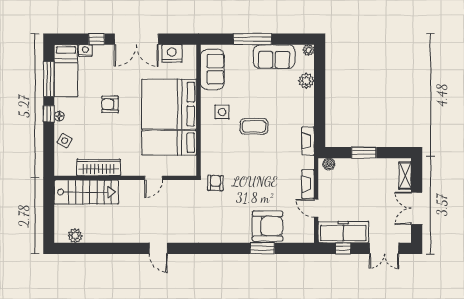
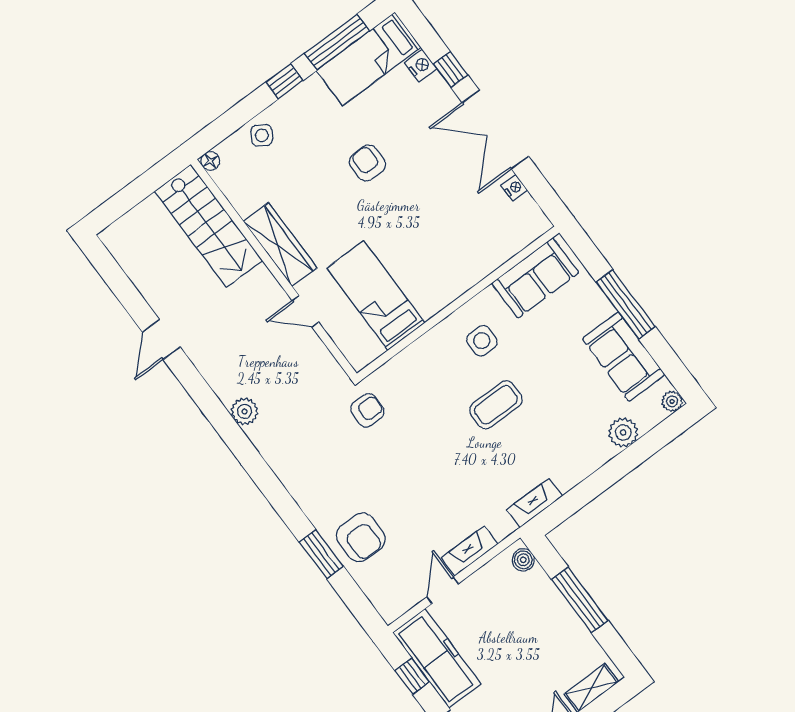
nightstand: (172, 53) -> (514, 188), width x0.53, depth x0.56
bed: (169, 104) -> (434, 252), removed
floor lamp: (59, 116) -> (210, 161), moved
coffee table: (254, 126) -> (496, 405), turned 90
window: (364, 153) -> (580, 600), width x1.44
wardrobe: (99, 167) -> (280, 245), moved
armchair: (268, 226) -> (361, 537), width x0.73, depth x0.73
plant: (75, 236) -> (245, 411), moved
door: (158, 248) -> (161, 339), moved

